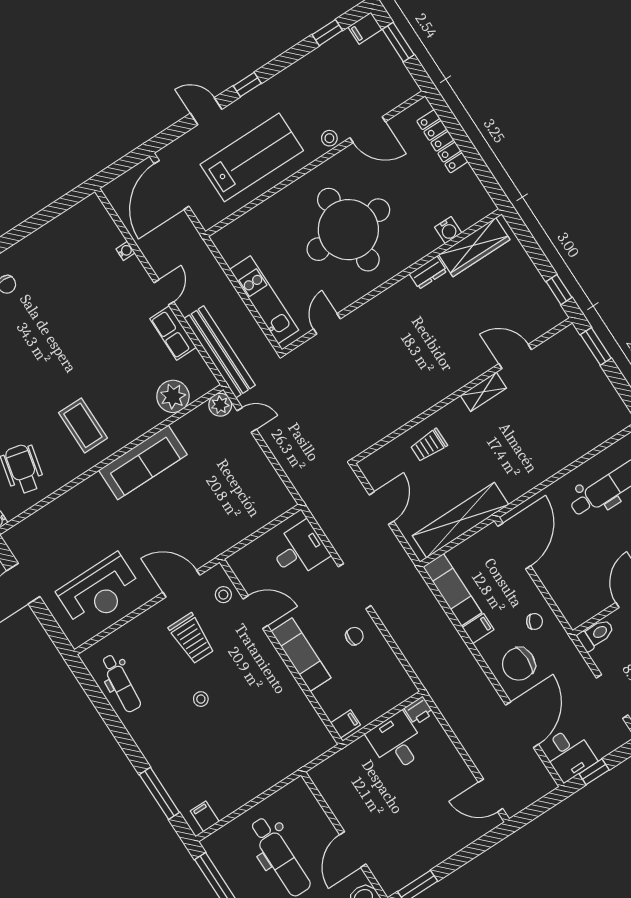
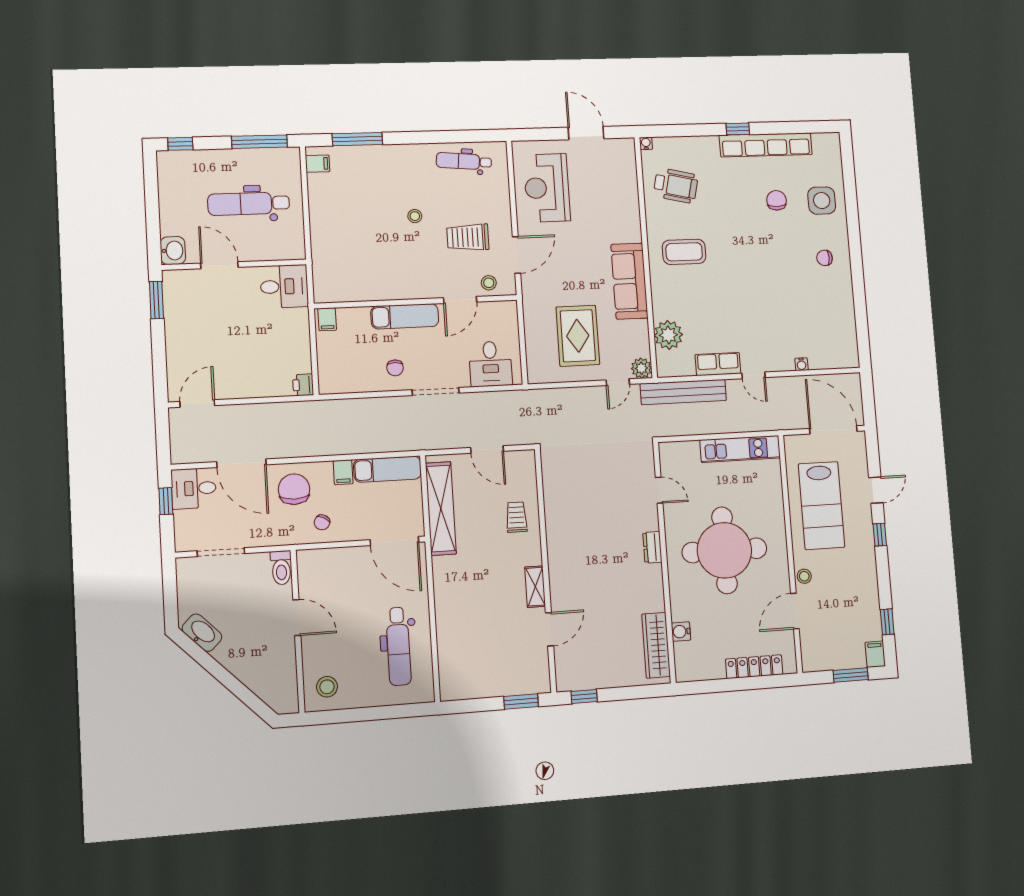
dresser: (428, 272) -> (652, 547), moved
kitchen unit: (264, 300) -> (740, 449), moved
rug: (225, 483) -> (578, 336), added
desk: (396, 742) -> (284, 286), moved

